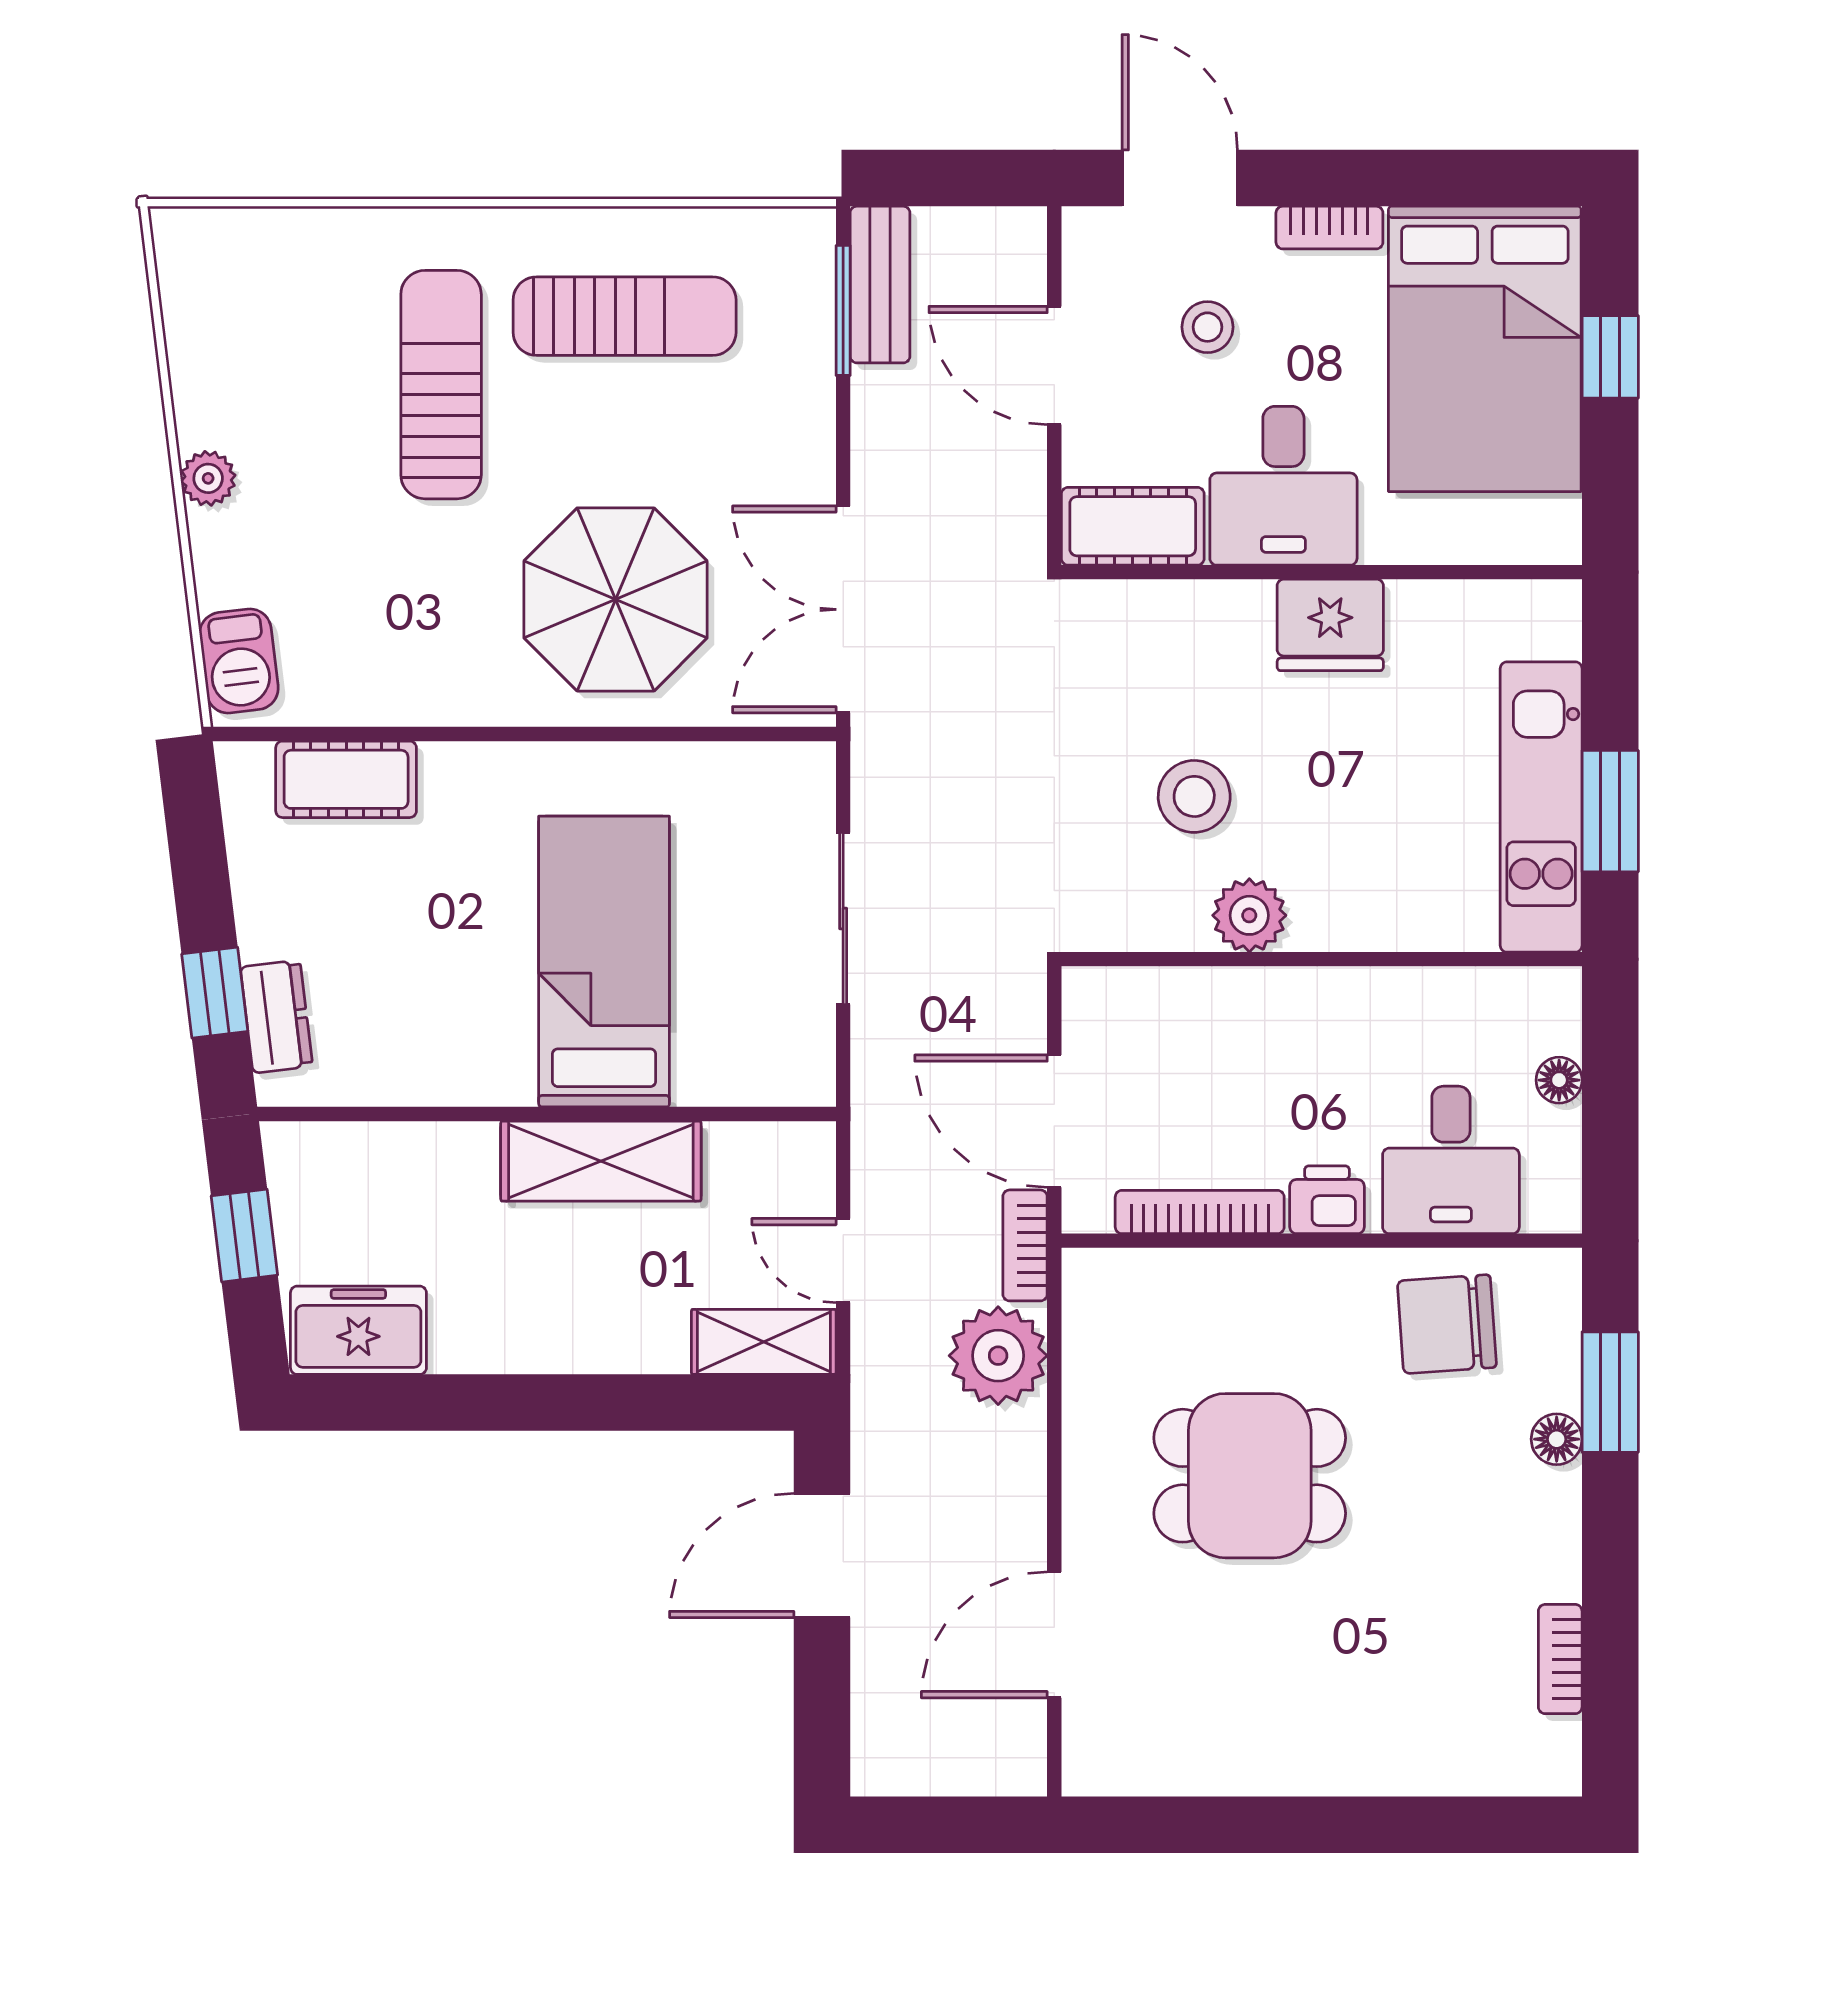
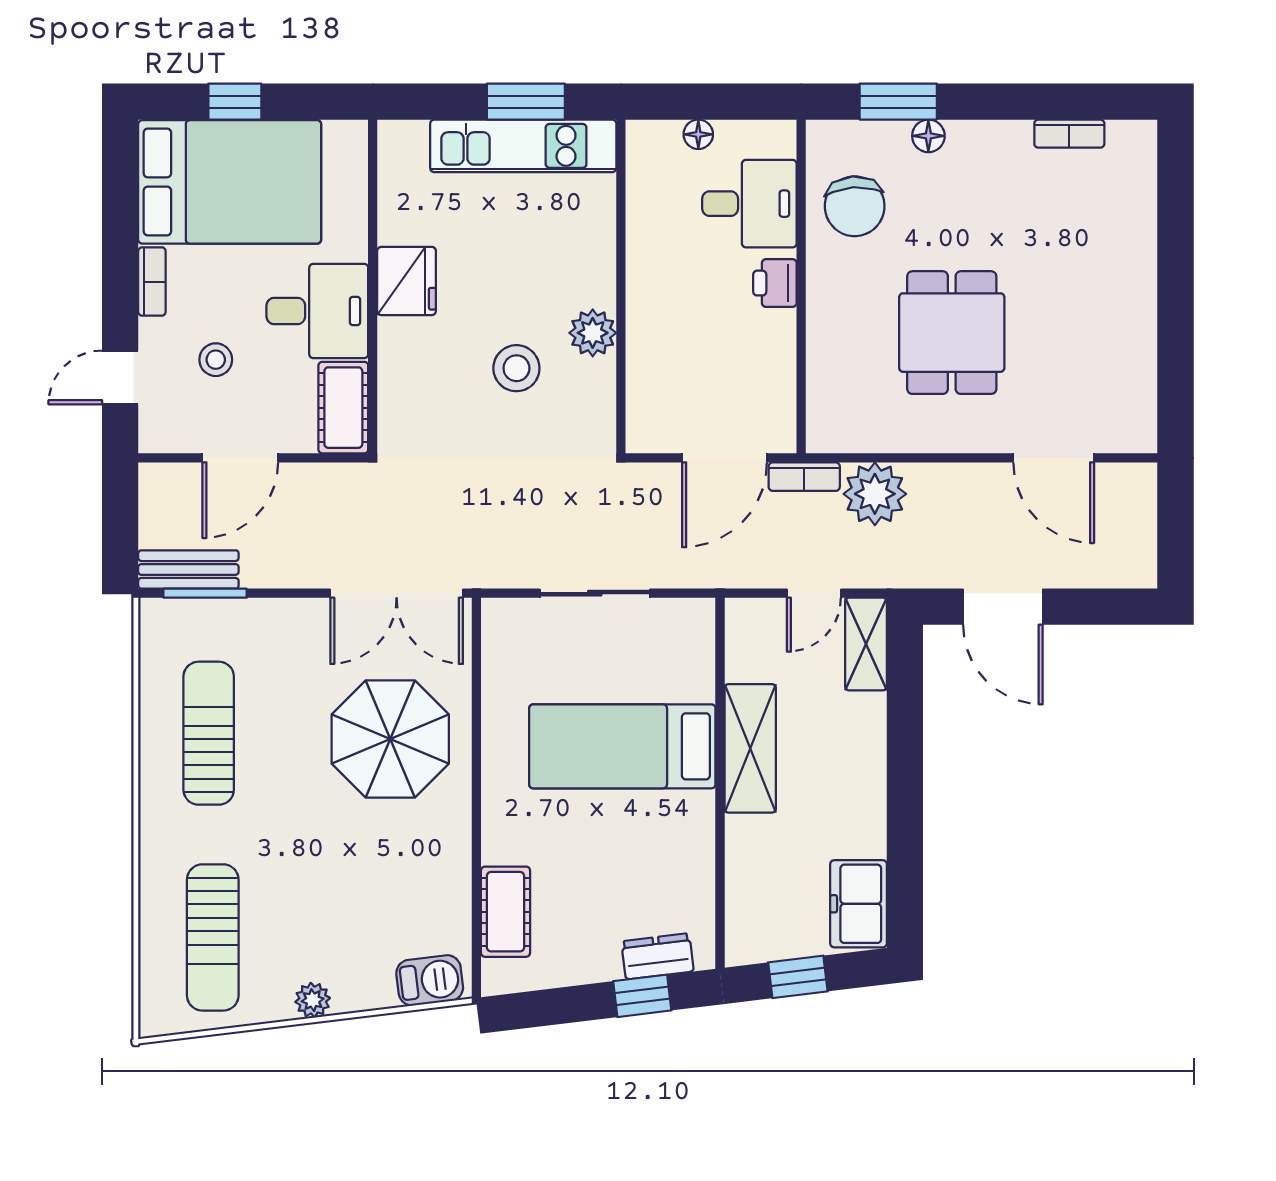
door: (1180, 178) -> (120, 377), width x0.73
sun lounger: (441, 385) -> (213, 937), moved, turned -90
bookcase: (1200, 1212) -> (783, 365), removed

